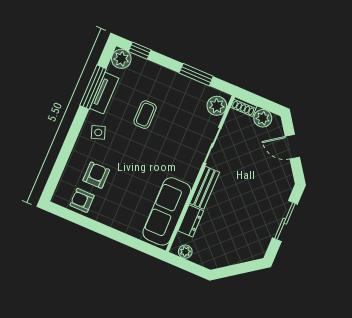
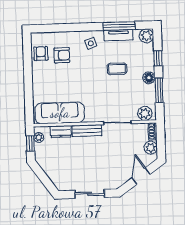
window: (140, 51) -> (158, 58), moved
floor lamp: (175, 80) -> (149, 78), added
window: (188, 266) -> (30, 143), added

